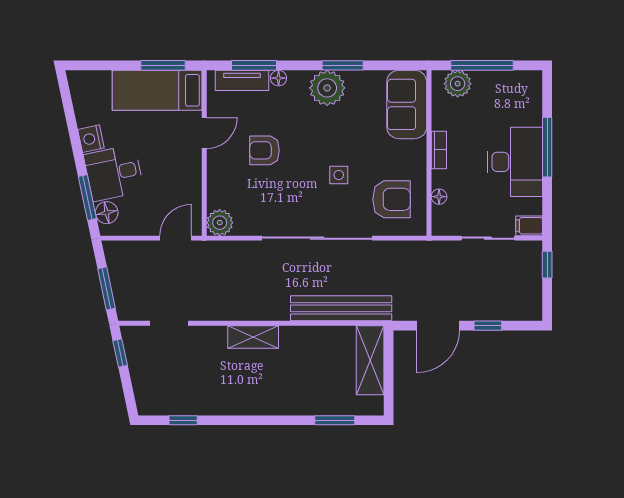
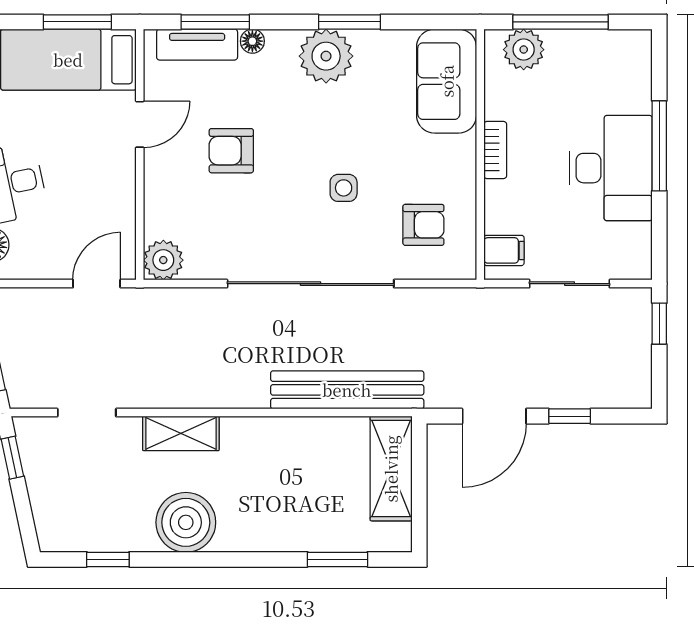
floor lamp: (439, 197) -> (495, 221), removed
armchair: (391, 199) -> (423, 225), width x0.72, depth x0.72
filing cabinet: (529, 226) -> (504, 250), moved, turned 180
shelving: (253, 337) -> (181, 433), moved
boiler: (235, 396) -> (186, 522), added

